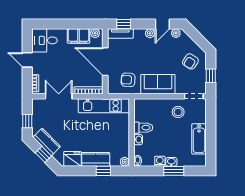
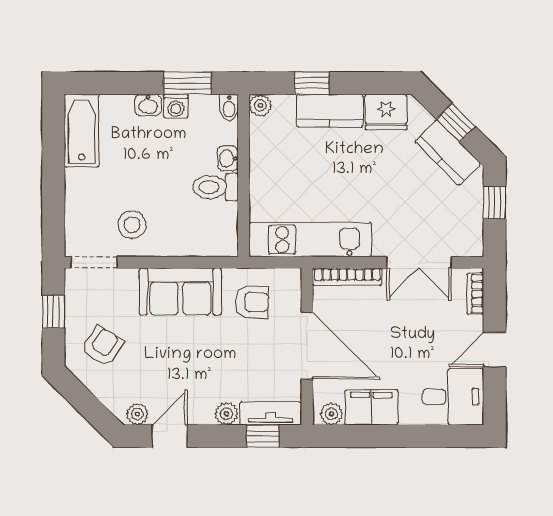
plant: (150, 33) -> (226, 414), moved
door: (27, 60) -> (495, 350), swing flipped
bathtub: (199, 139) -> (82, 131), moved
window: (174, 171) -> (188, 83), moved

